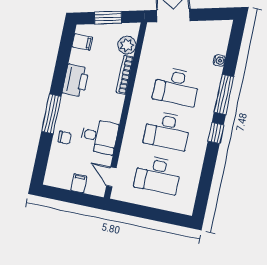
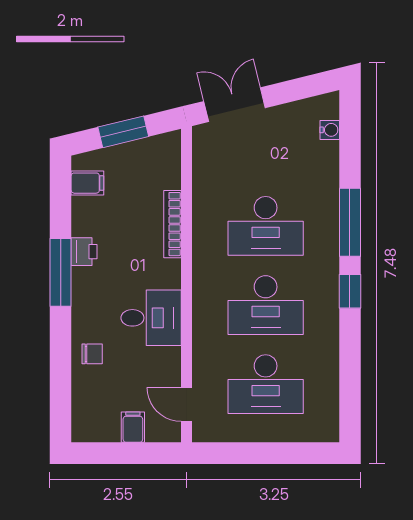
plant: (127, 45) -> (165, 172), removed
water cooler: (219, 60) -> (330, 130), moved
printer: (76, 80) -> (84, 252), width x0.53, depth x0.68
window: (51, 114) -> (61, 272), moved
desk: (99, 136) -> (151, 318), moved

